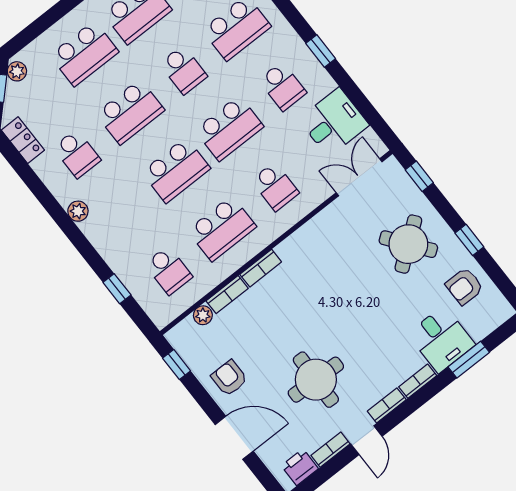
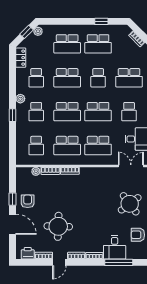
school desk: (275, 187) -> (98, 146), width x1.85
school desk: (123, 212) -> (36, 112), added
window: (117, 289) -> (13, 115), moved
window: (469, 360) -> (119, 262), width x1.44
window: (177, 364) -> (13, 199), moved

